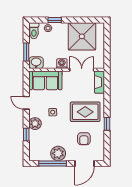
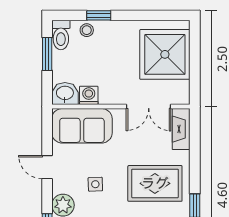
shower: (82, 36) -> (165, 54), moved
window: (26, 52) -> (47, 54), moved
washing machine: (62, 64) -> (89, 95), moved
double door: (82, 70) -> (149, 107), swing flipped

